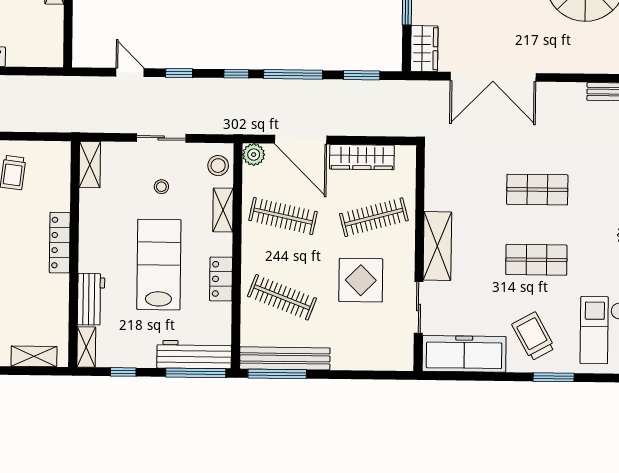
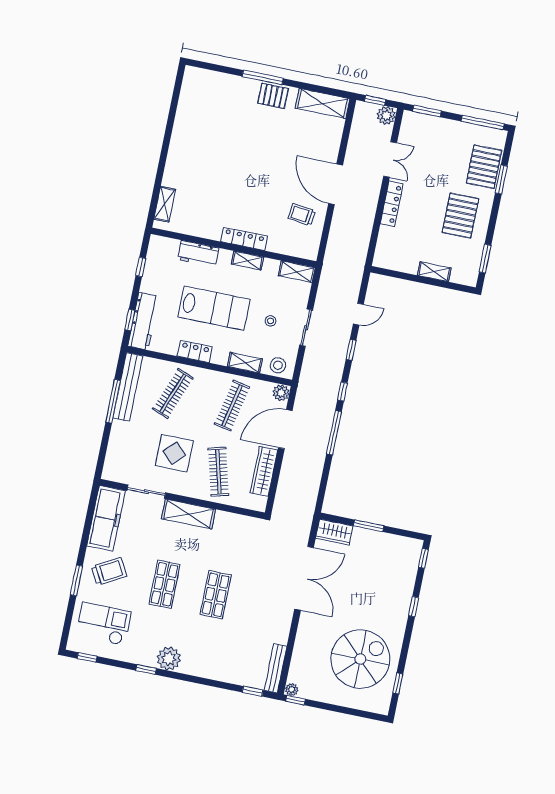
window: (362, 75) -> (324, 483), removed
double door: (493, 77) -> (304, 578), swing flipped
shelving: (86, 347) -> (247, 261), moved
window: (196, 373) -> (130, 320), width x0.46
window: (277, 374) -> (113, 401), moved

